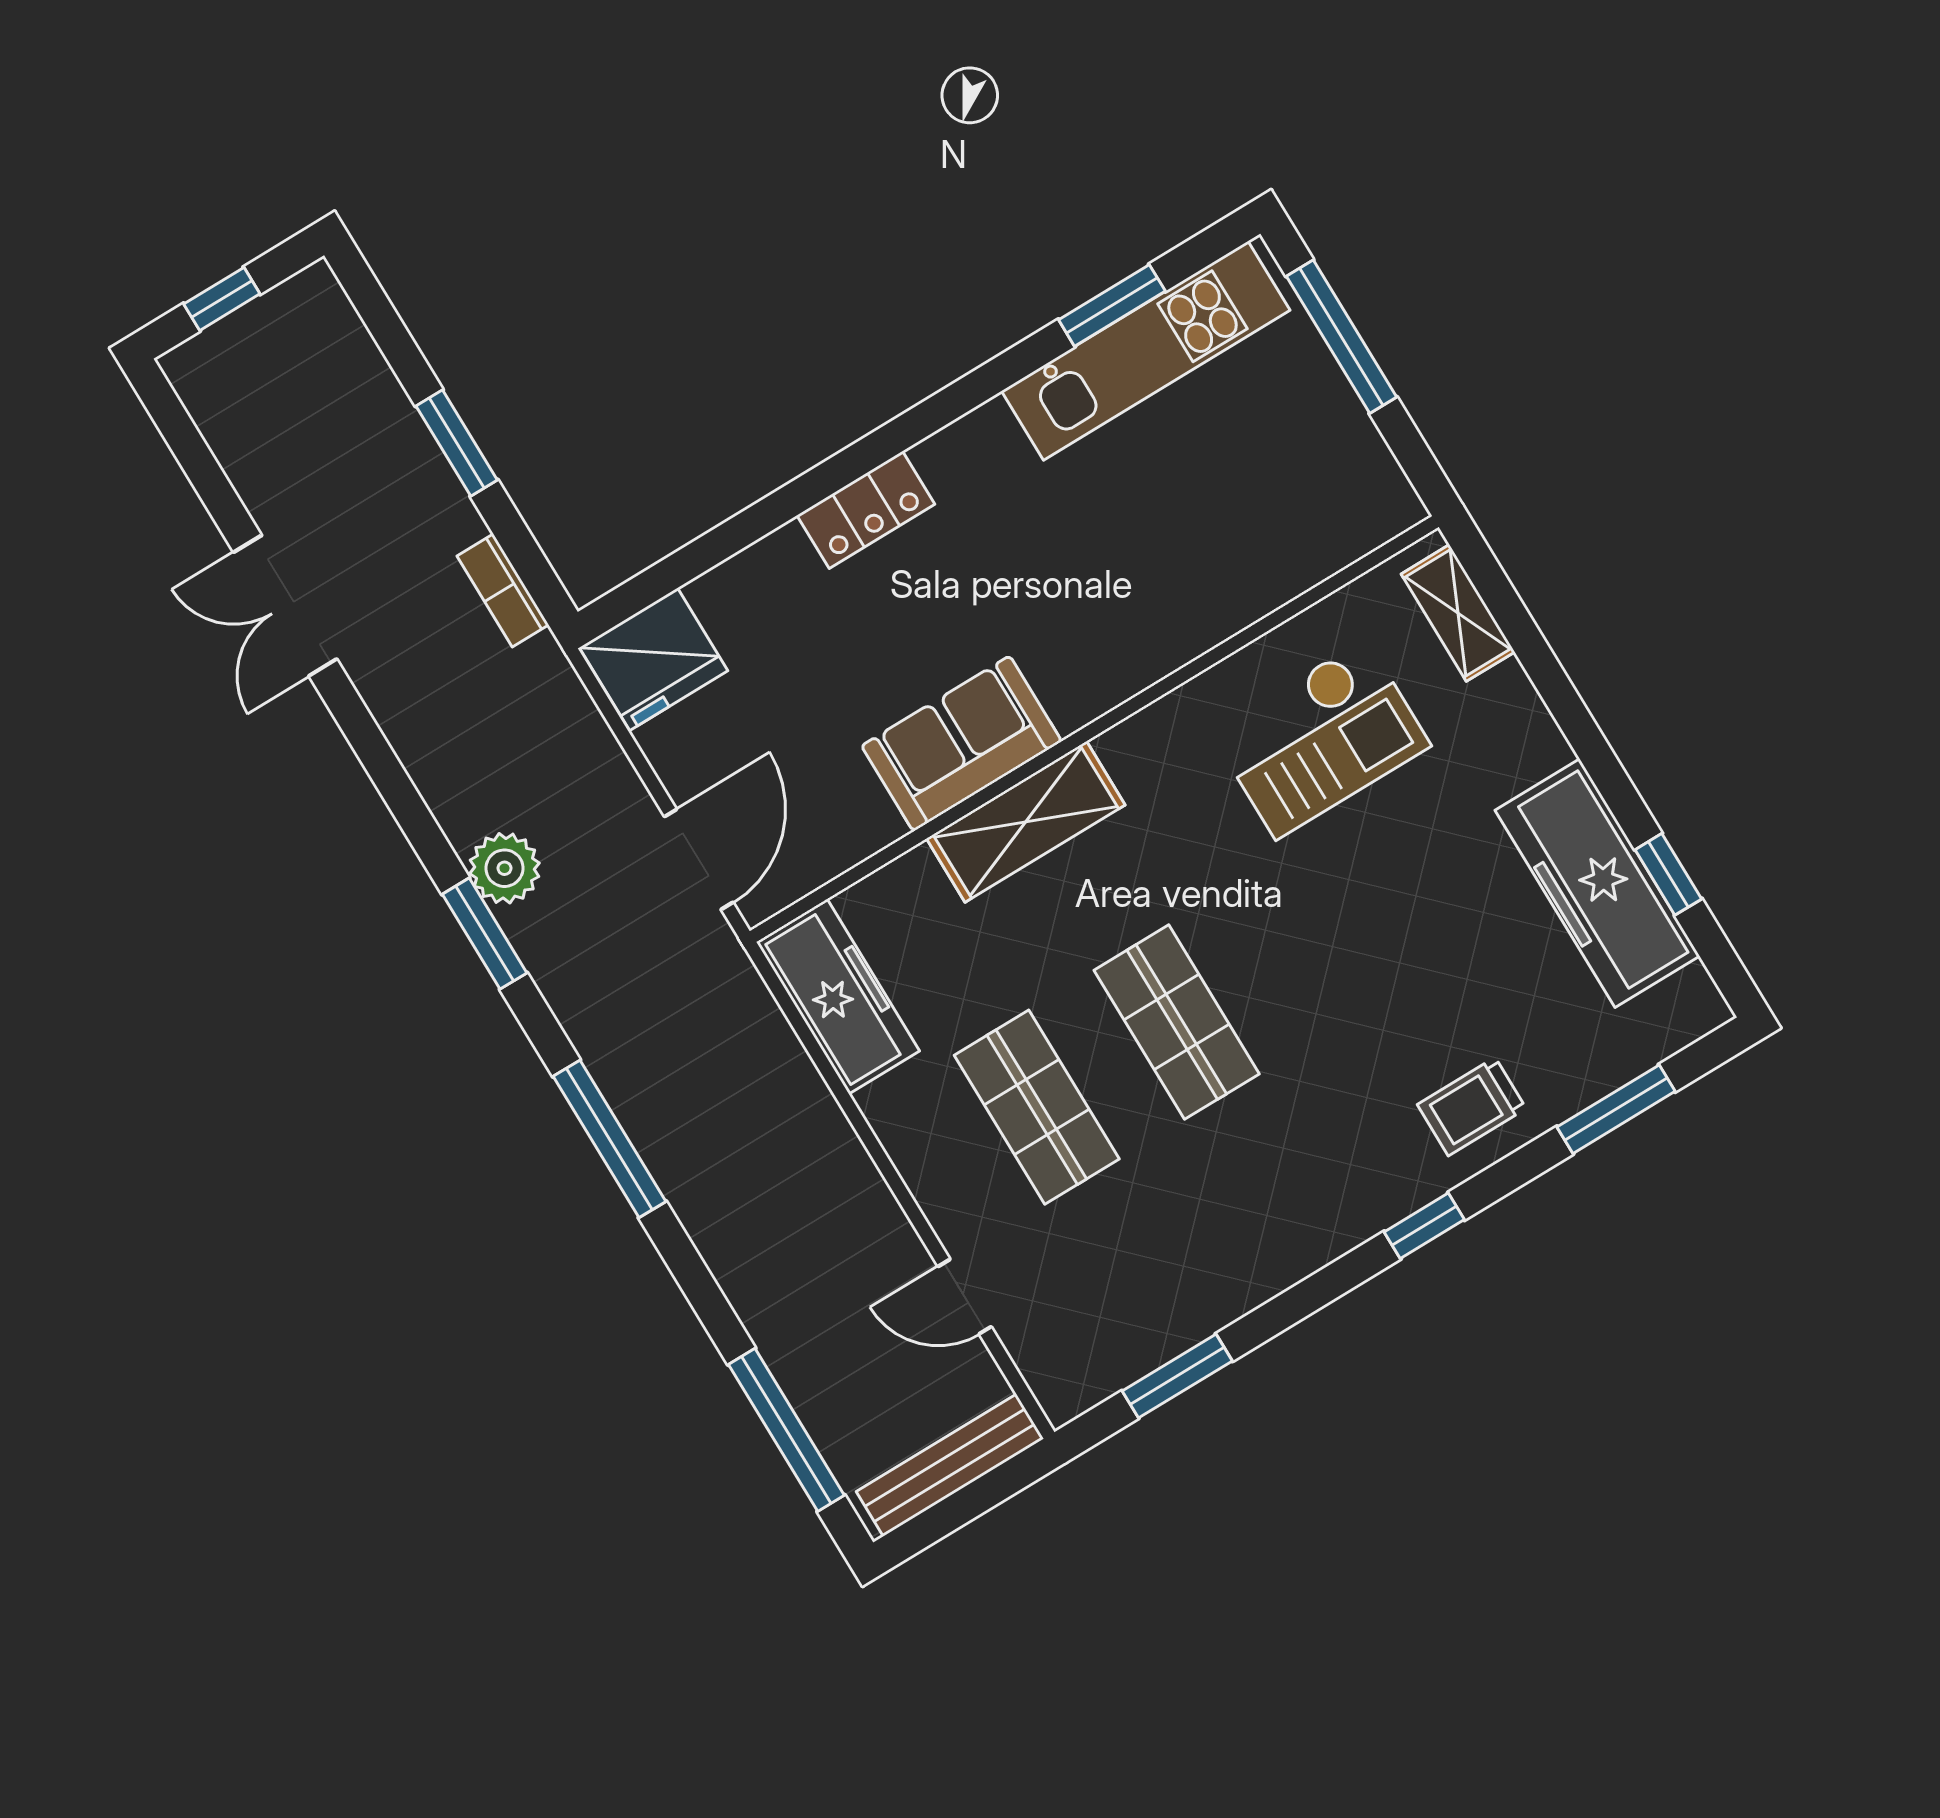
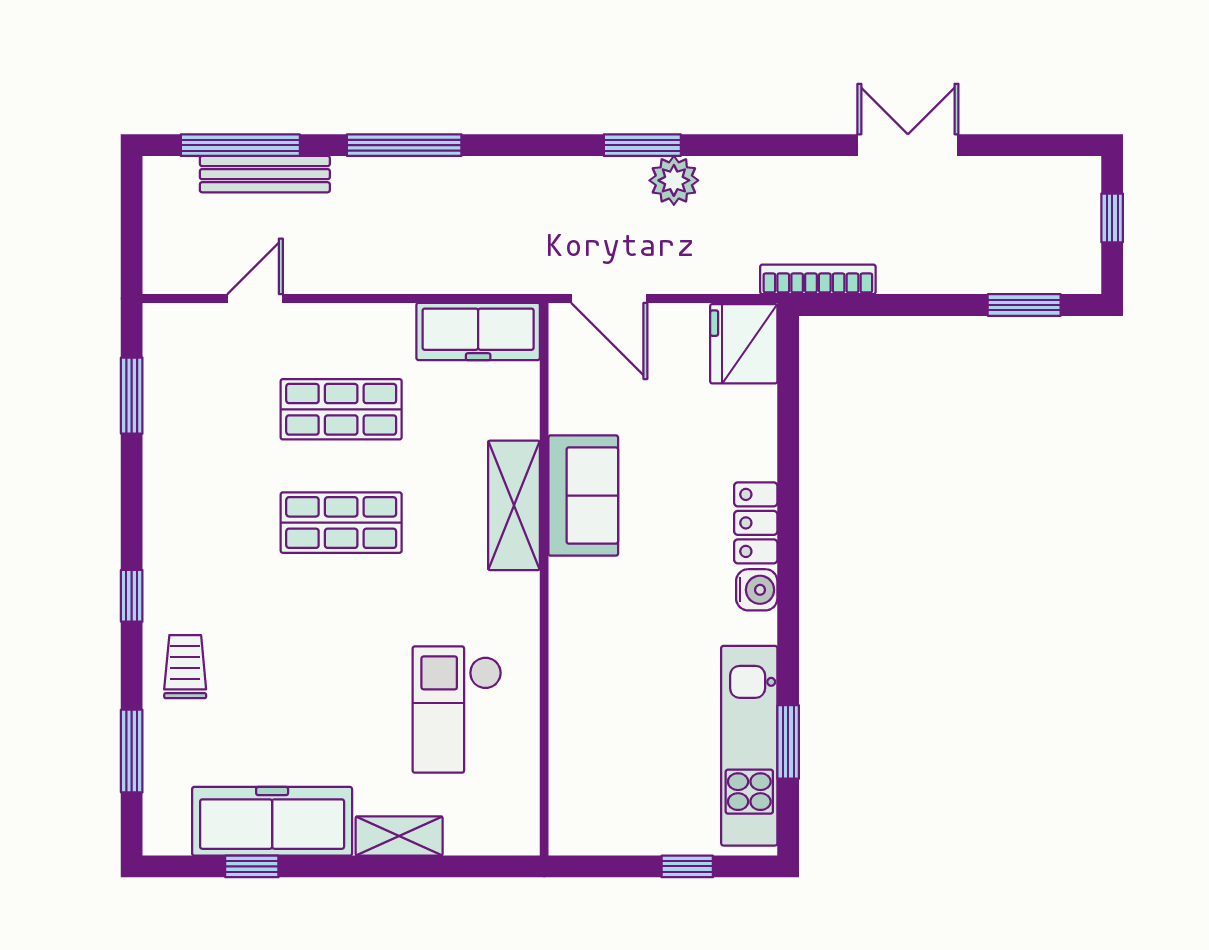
window: (1341, 337) -> (687, 866), width x0.46
window: (457, 443) -> (1024, 305), moved
water cooler: (948, 459) -> (757, 590), added
bookcase: (503, 590) -> (818, 279), width x1.56
shelving: (1458, 613) -> (399, 836), moved
window: (609, 1139) -> (404, 145), moved
bench: (950, 1465) -> (265, 174), moved, turned 90

